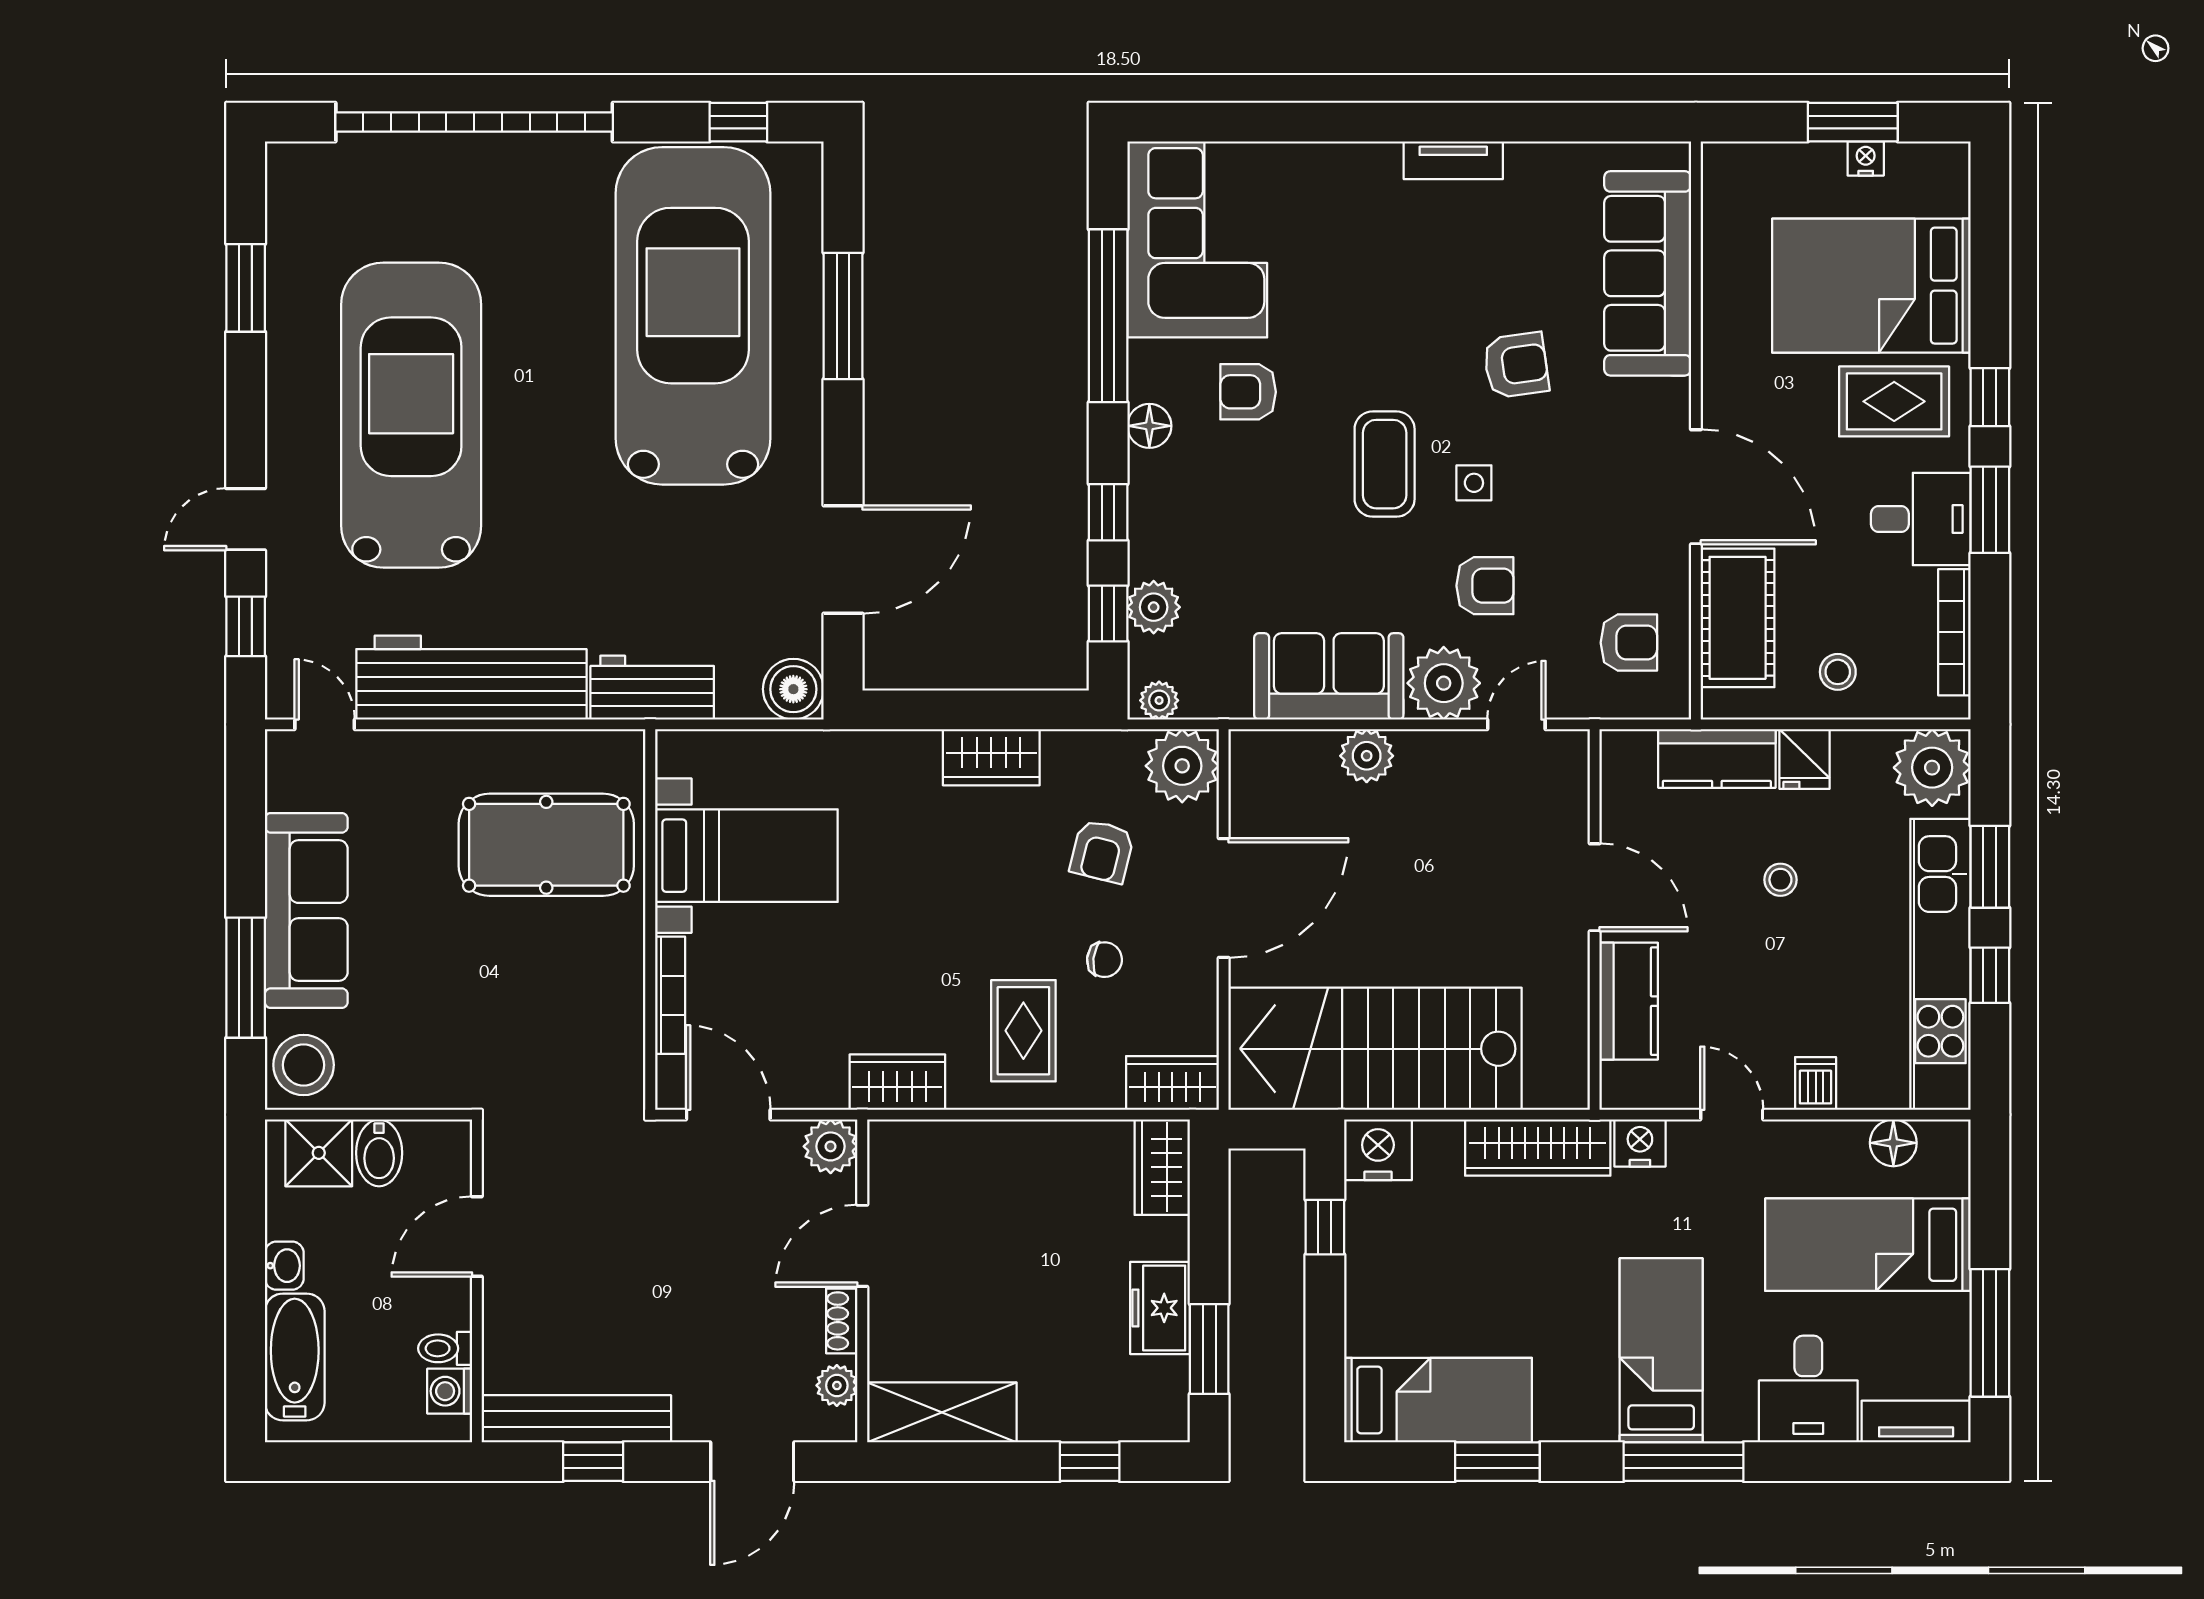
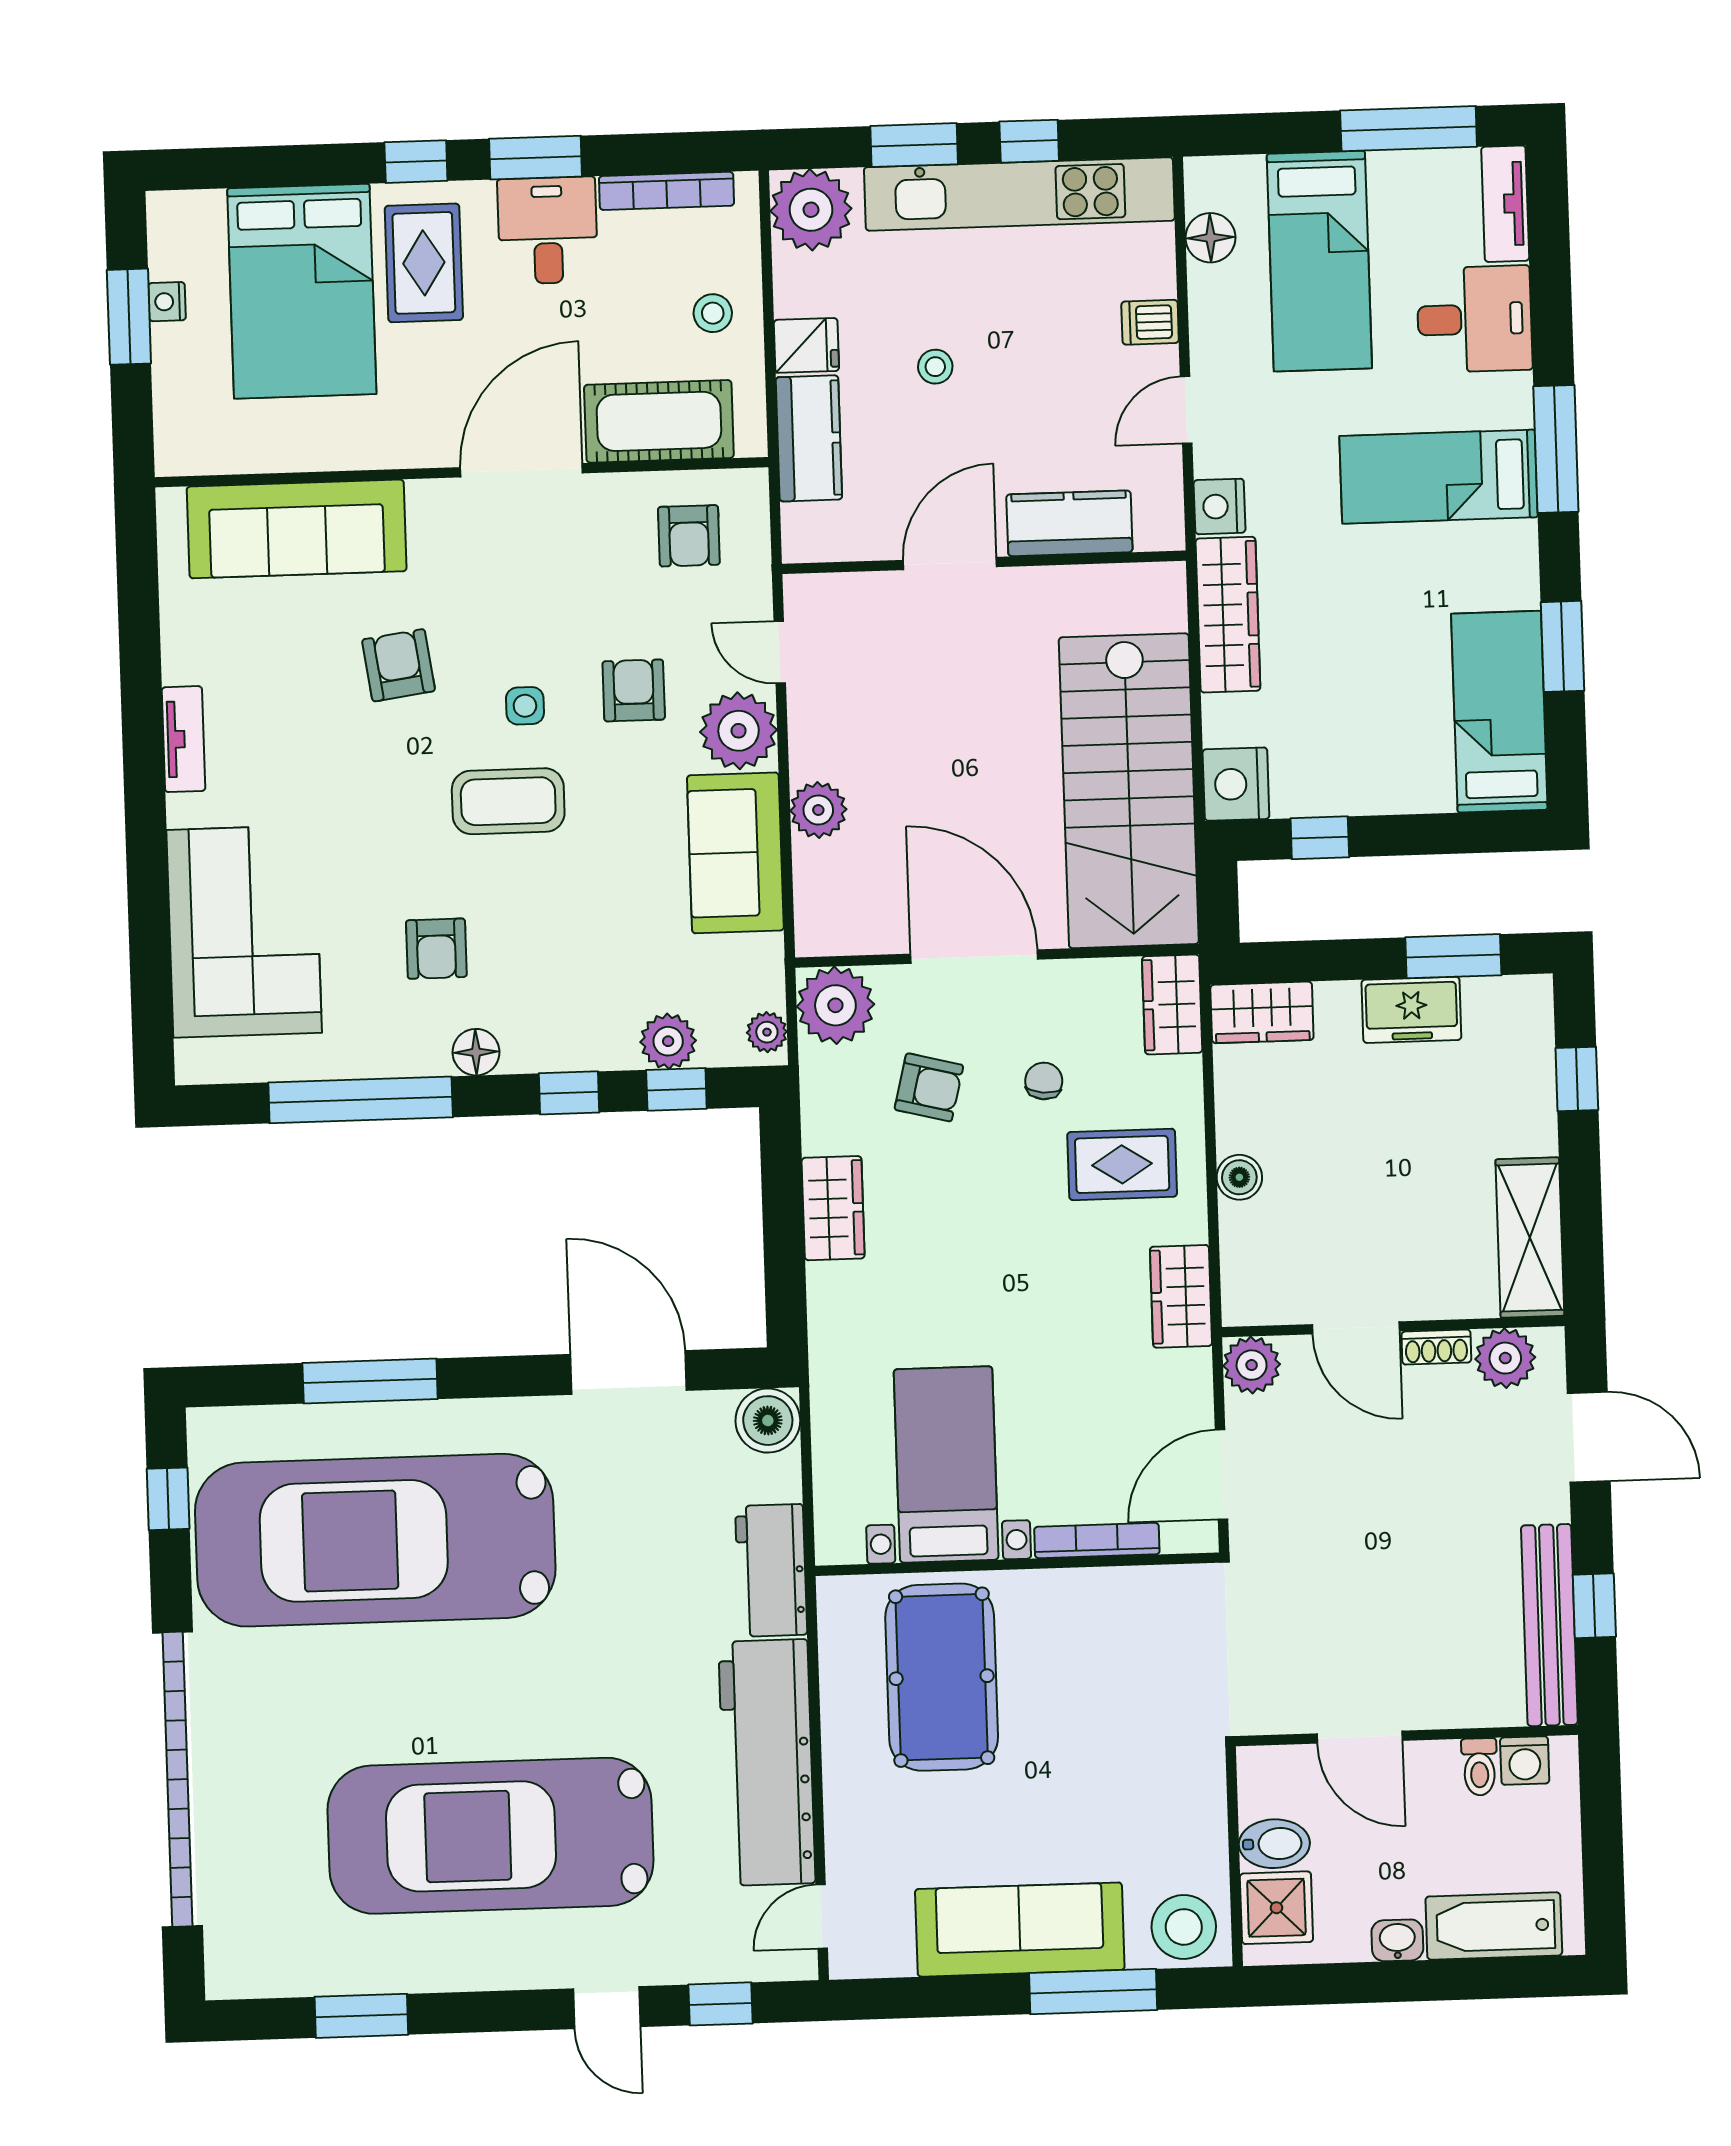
corner sofa: (1197, 239) -> (244, 931), moved, turned 90
armchair: (1629, 643) -> (689, 536), turned 180
boiler: (1008, 1141) -> (1239, 1177), added
plant: (837, 1385) -> (1505, 1358), width x1.38, depth x1.38

